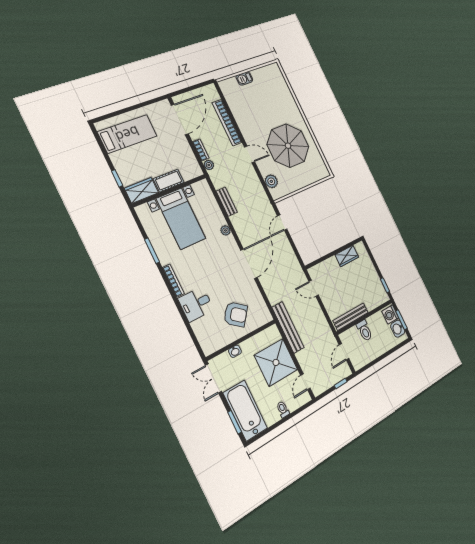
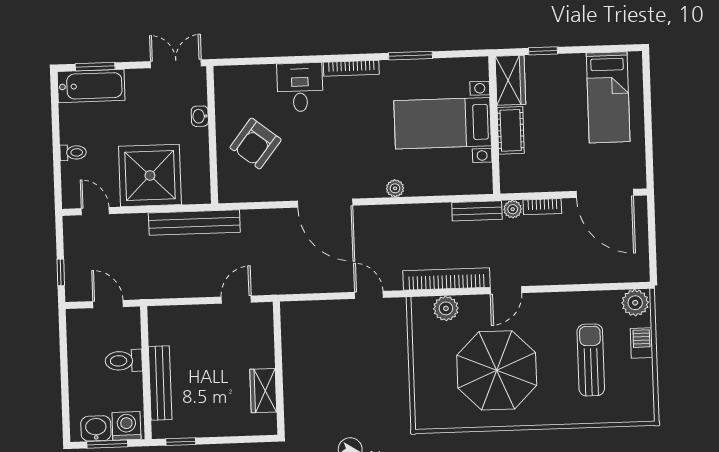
plant: (227, 87) -> (635, 303), added
sun lounger: (263, 101) -> (591, 360), added
bookcase: (227, 123) -> (447, 279), moved
bench: (227, 202) -> (477, 211), moved
bench: (351, 317) -> (160, 383), moved
bathtub: (245, 410) -> (91, 86), width x0.73, depth x0.73

